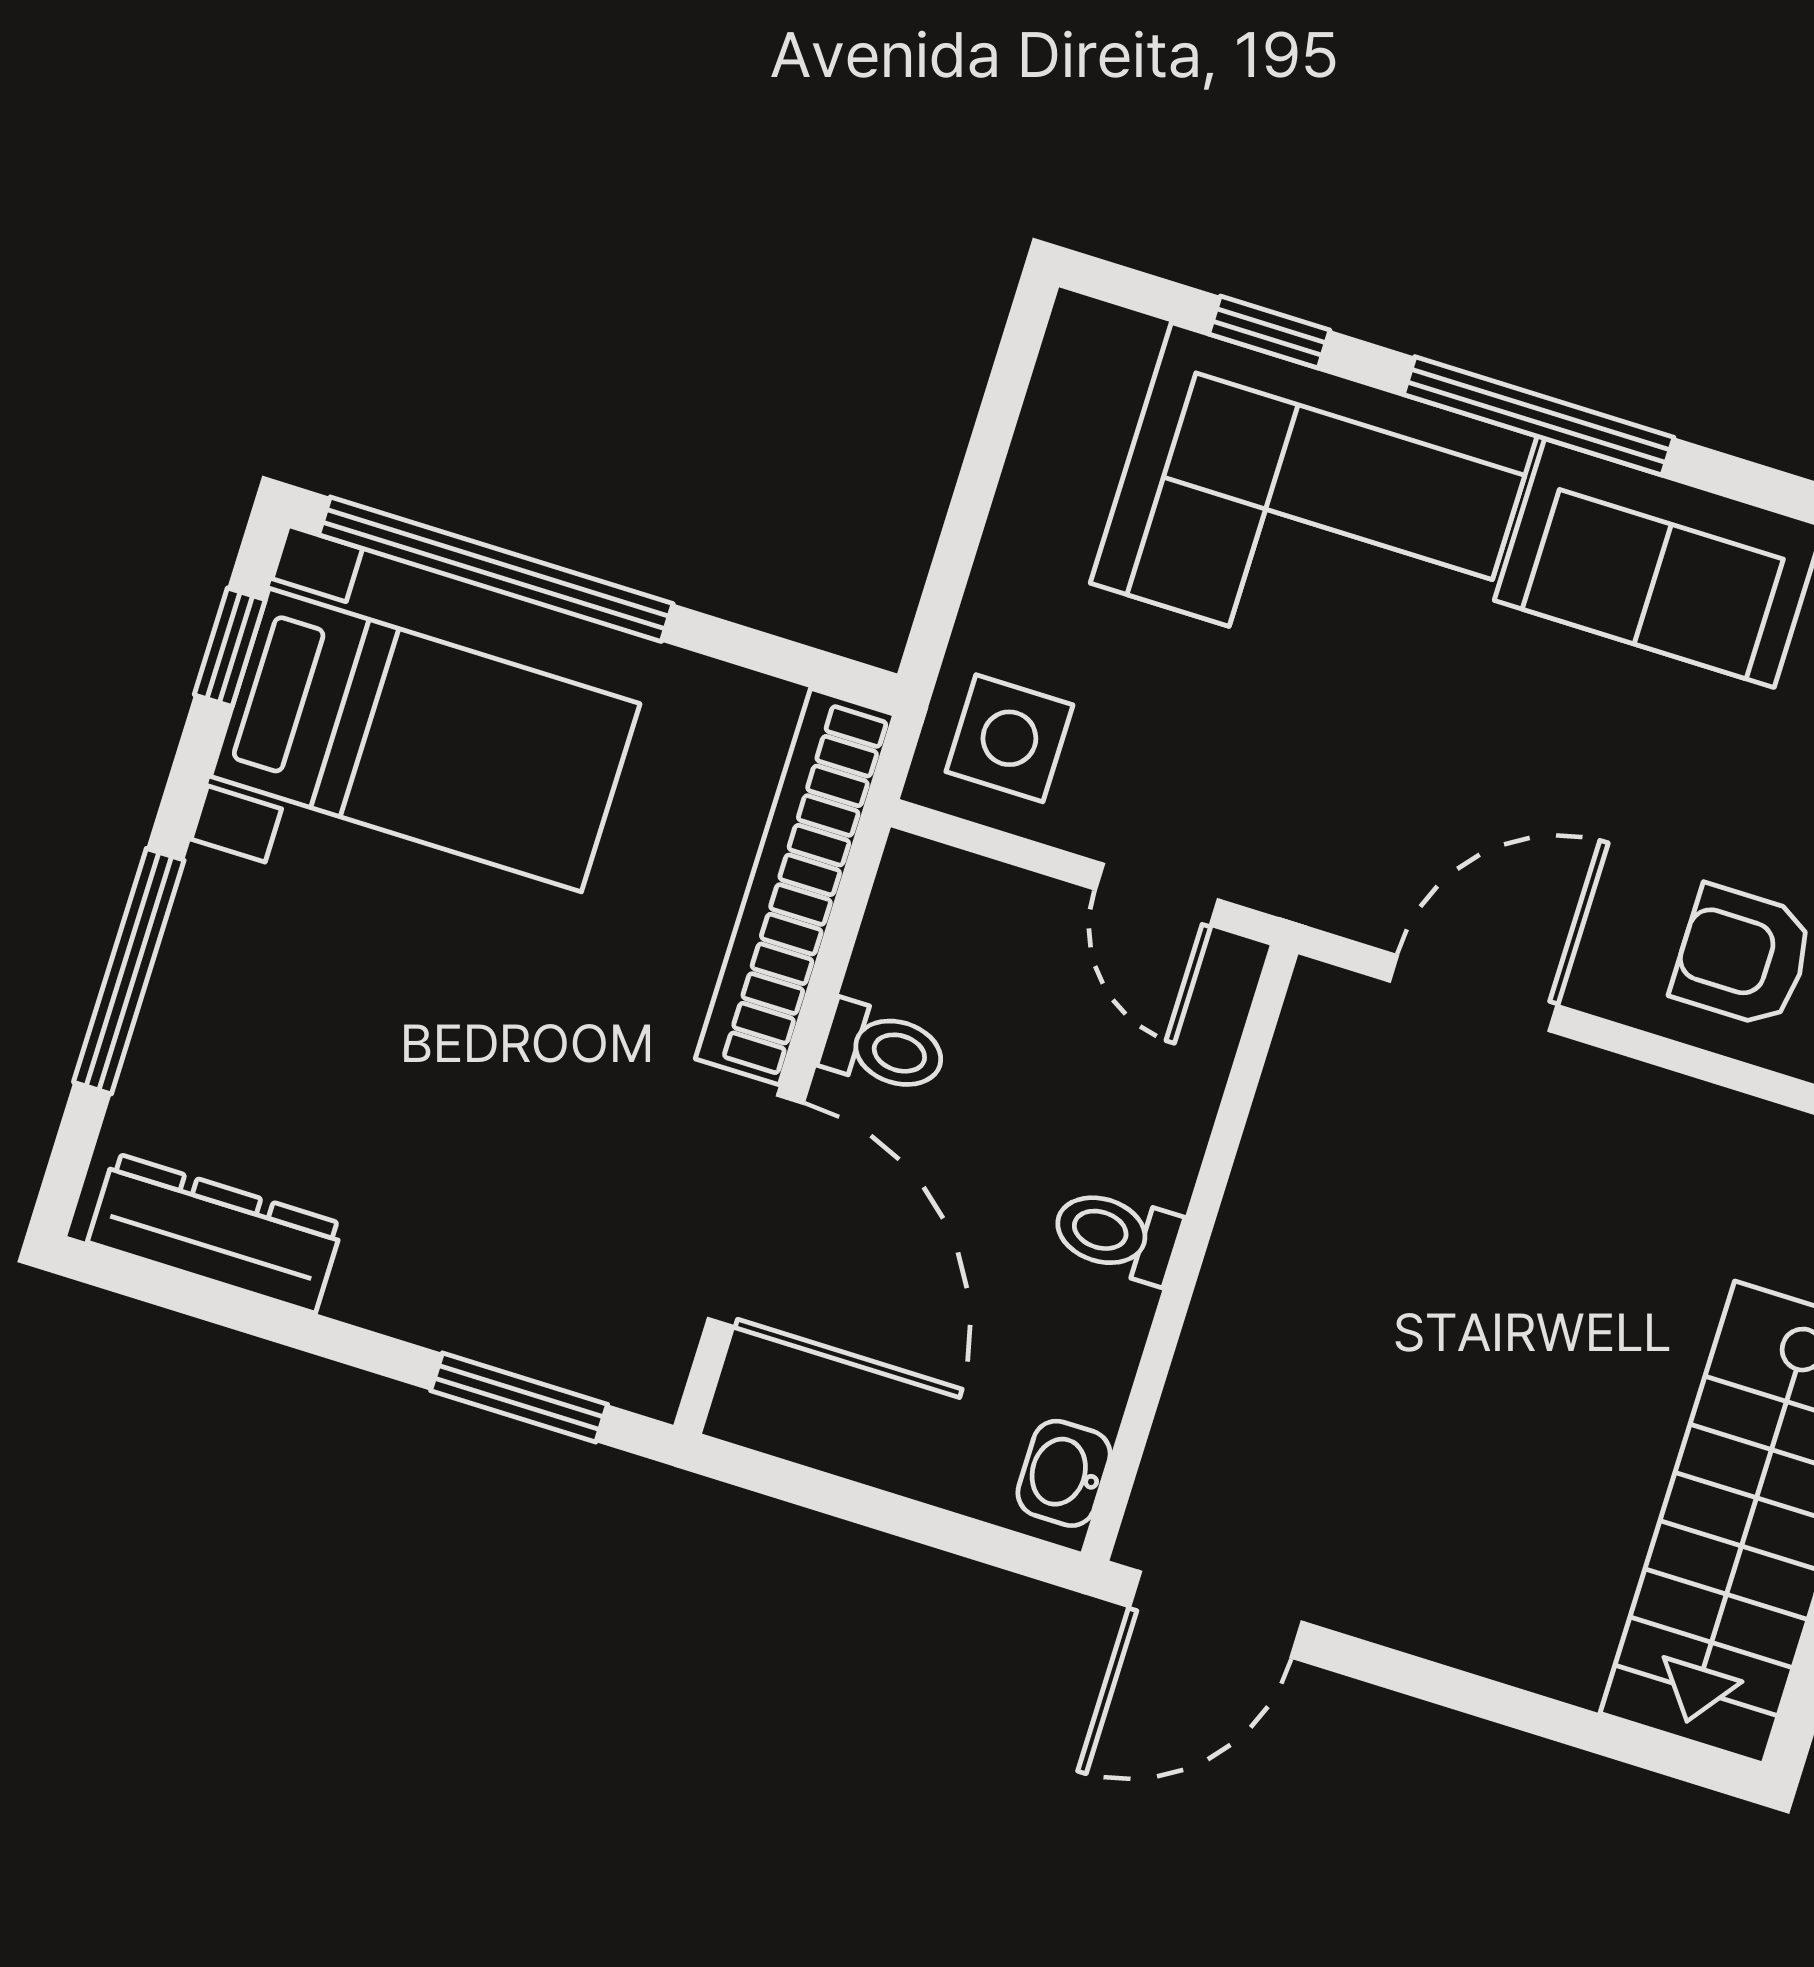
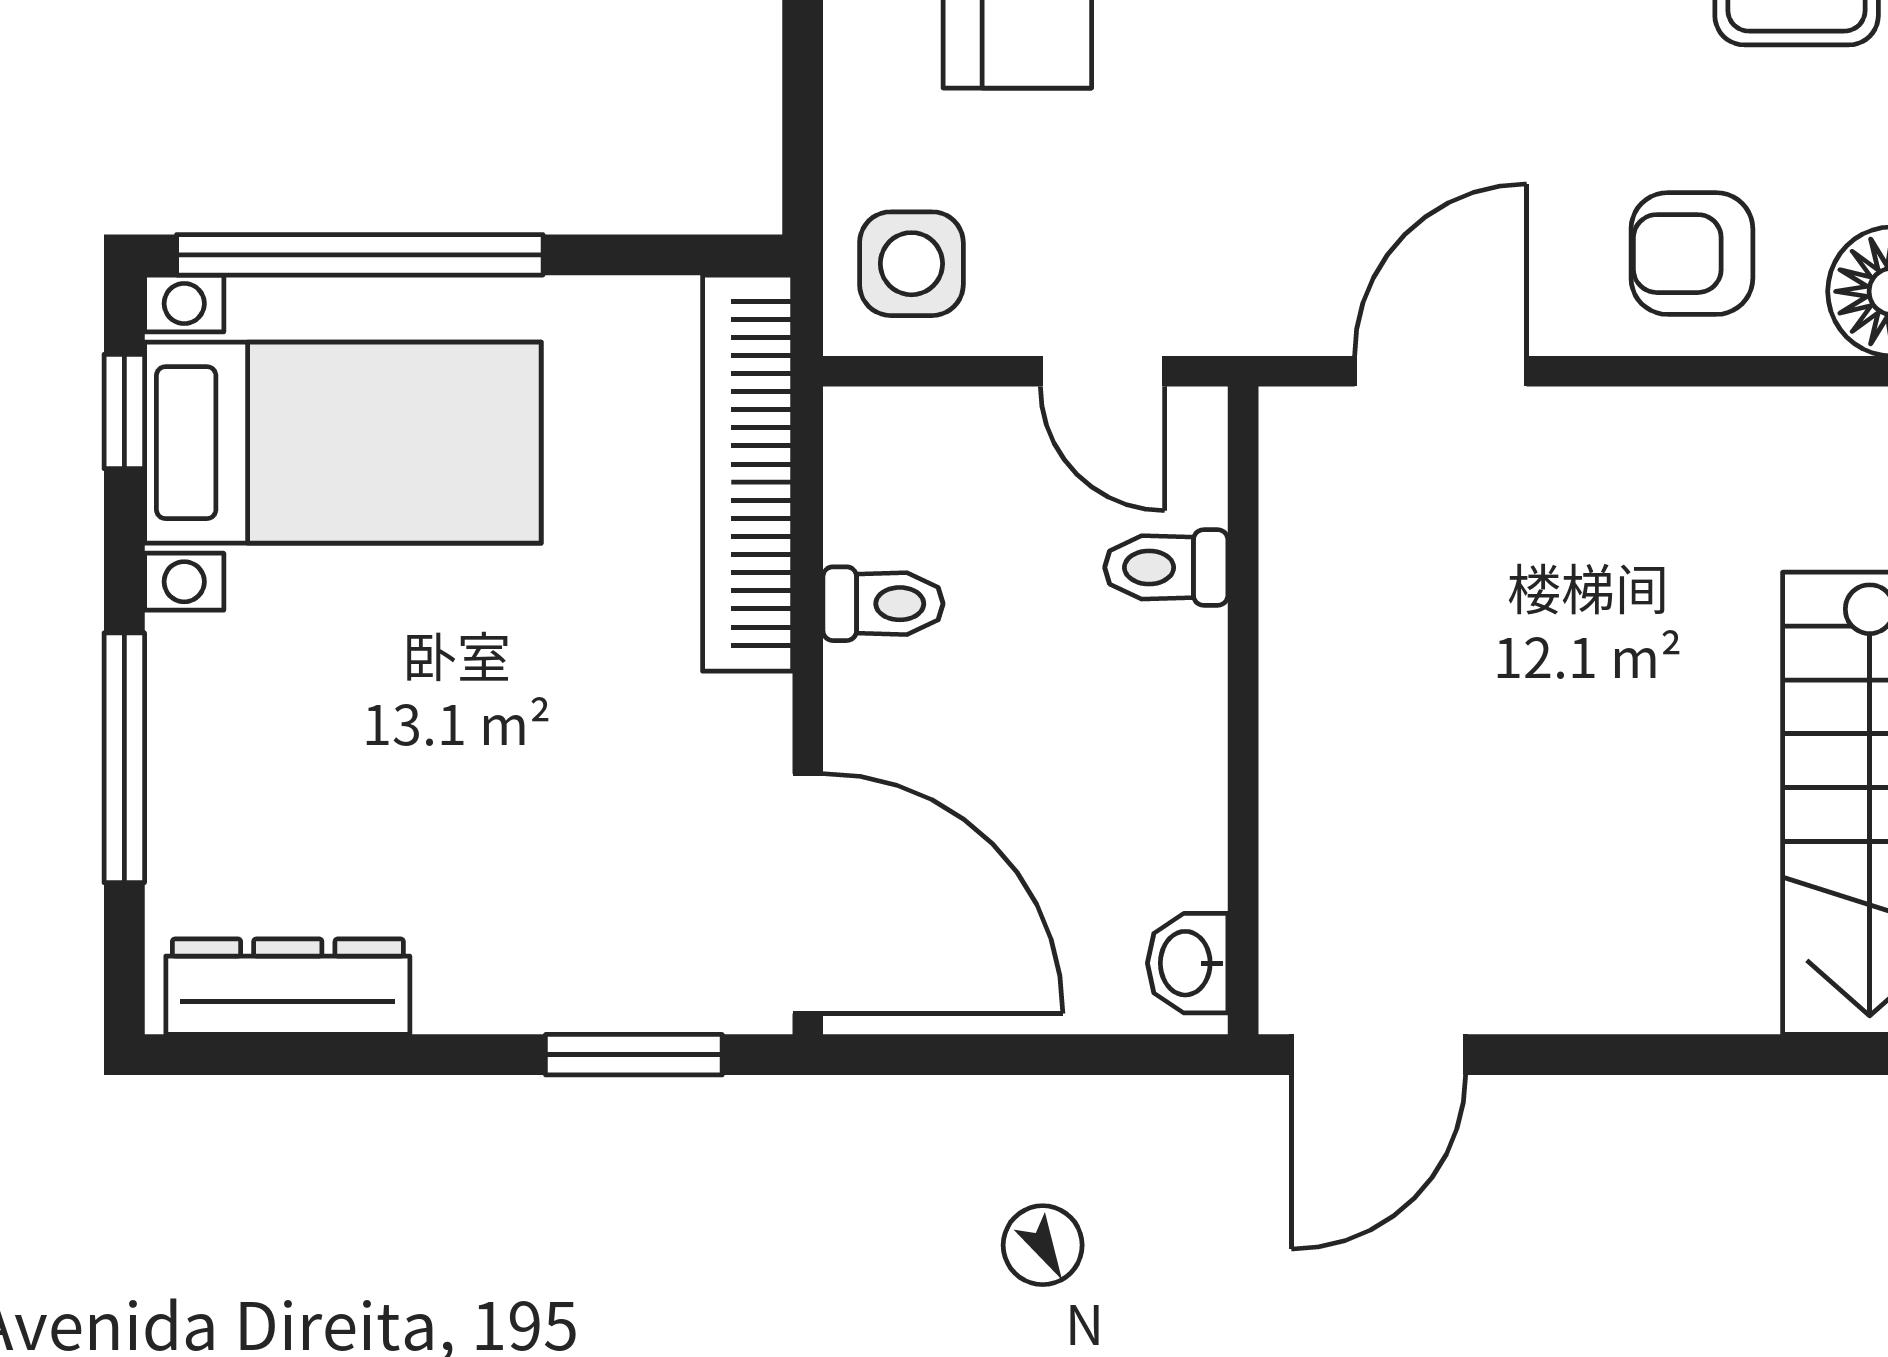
door: (756, 1211) -> (808, 894), moved
toilet: (1116, 1235) -> (1166, 567), moved

